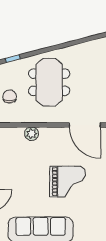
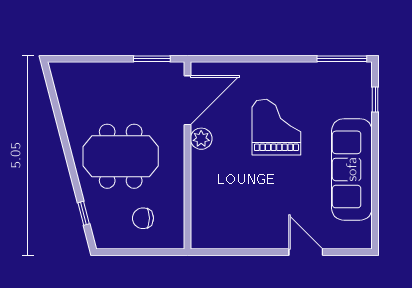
plant: (32, 134) -> (201, 139), moved

